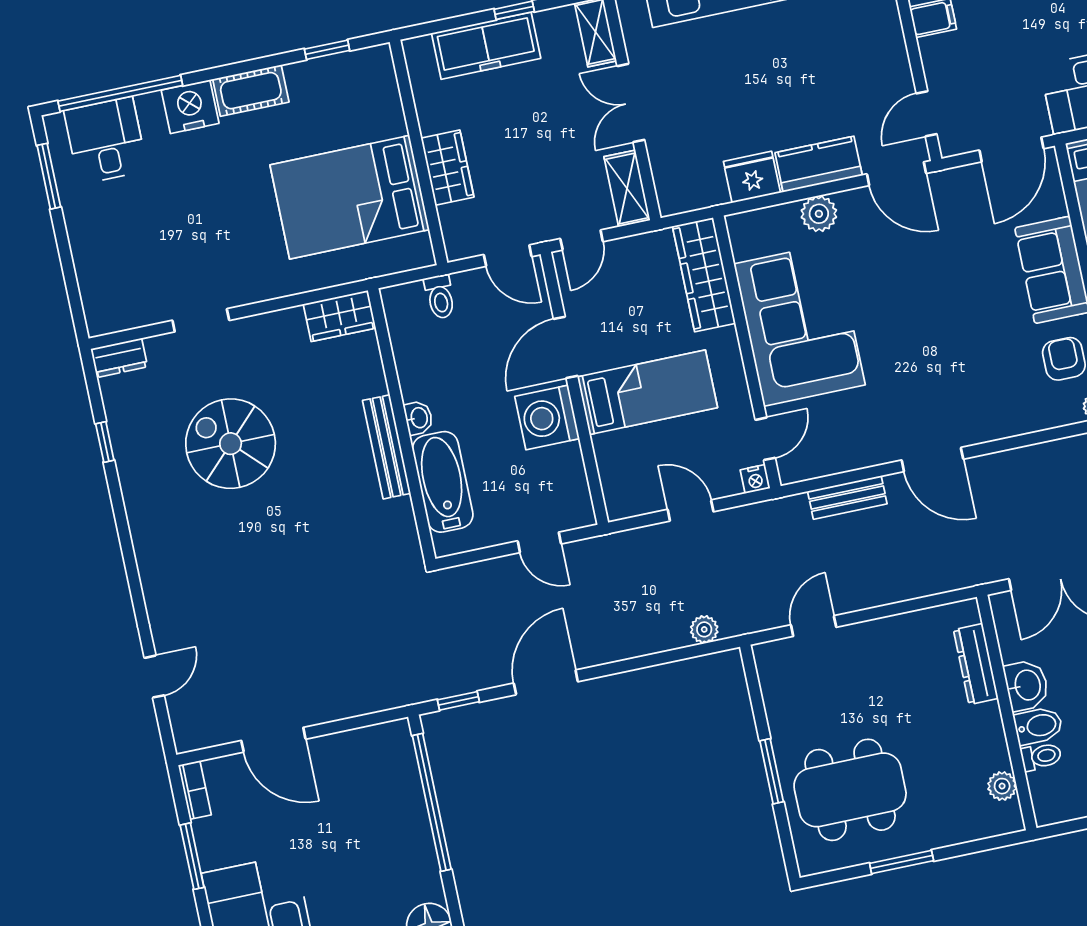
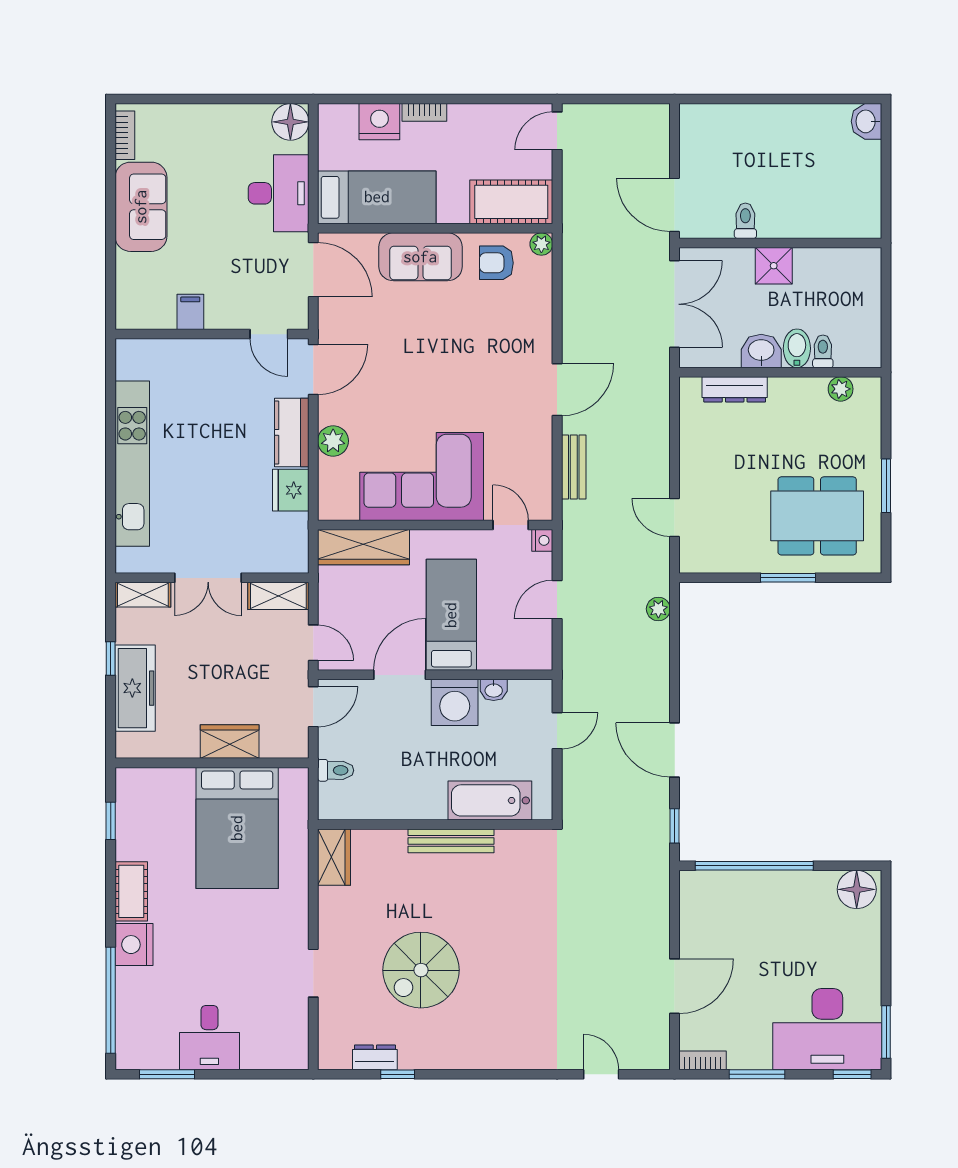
desk: (106, 141) -> (209, 1038), moved, turned -90
door: (566, 347) -> (400, 675), swing flipped
dresser: (119, 358) -> (375, 1057), moved, turned -90
washbasin: (418, 418) -> (494, 690), moved, turned 180
dining table: (850, 790) -> (817, 516), turned 90

